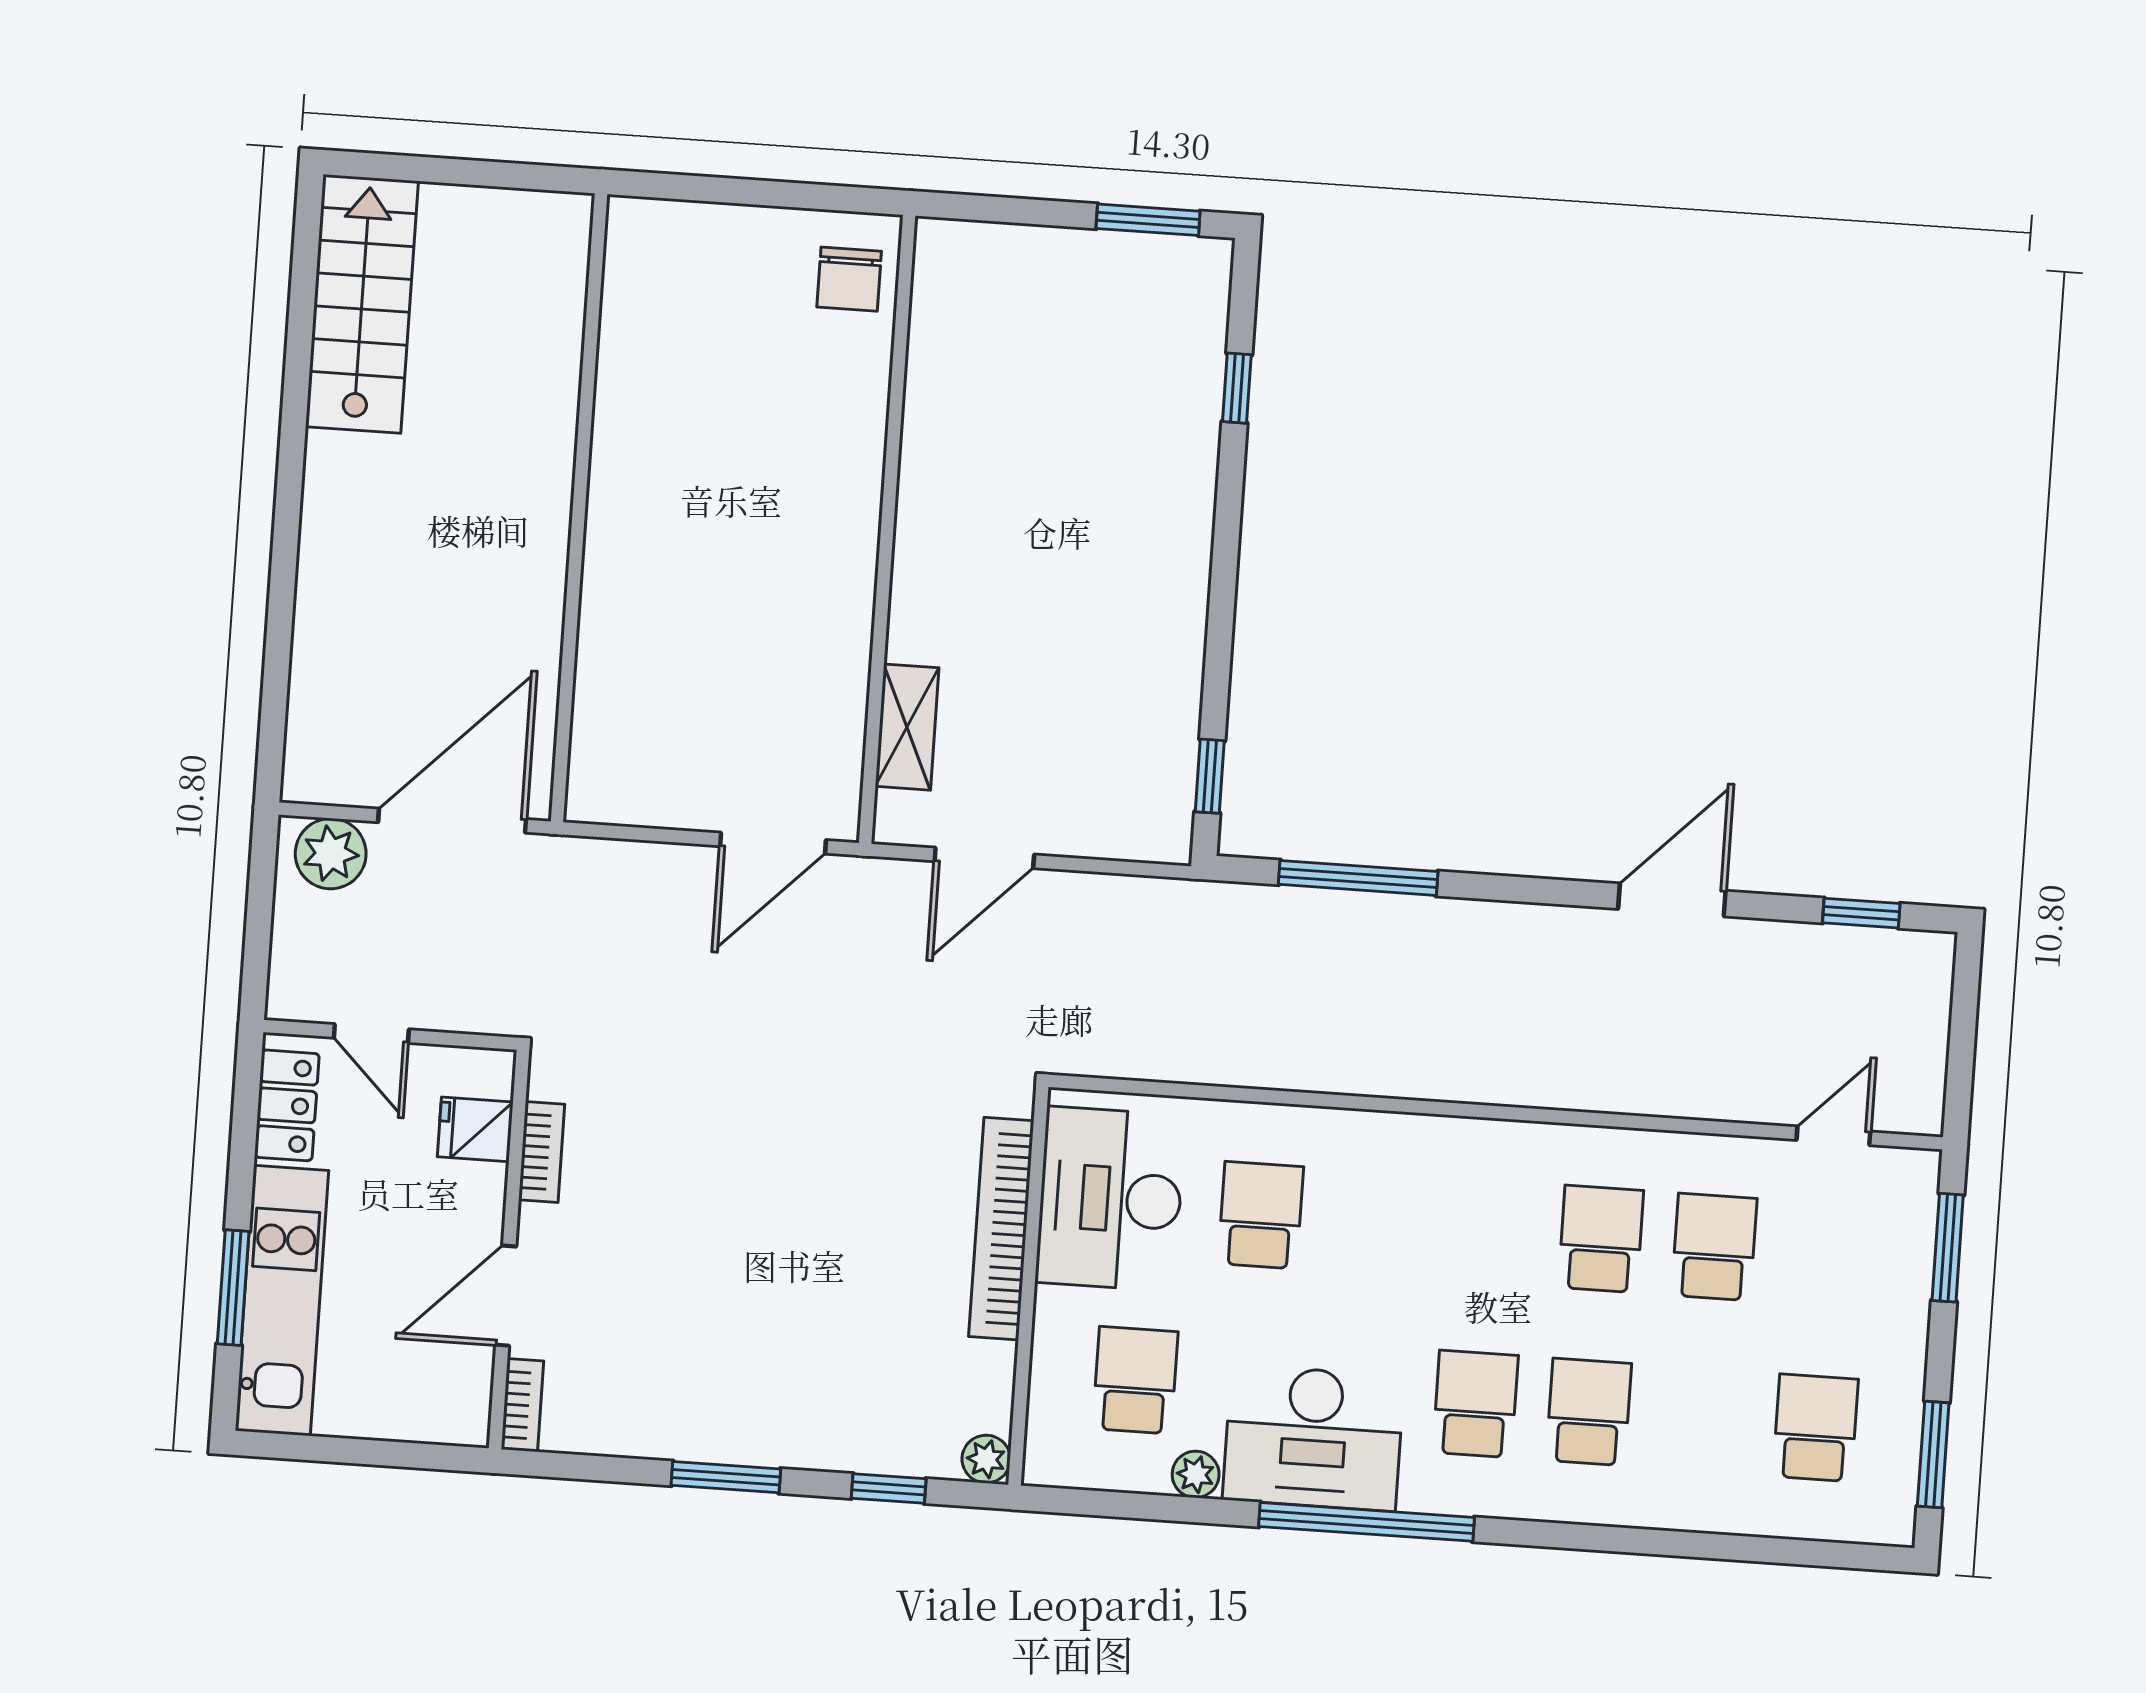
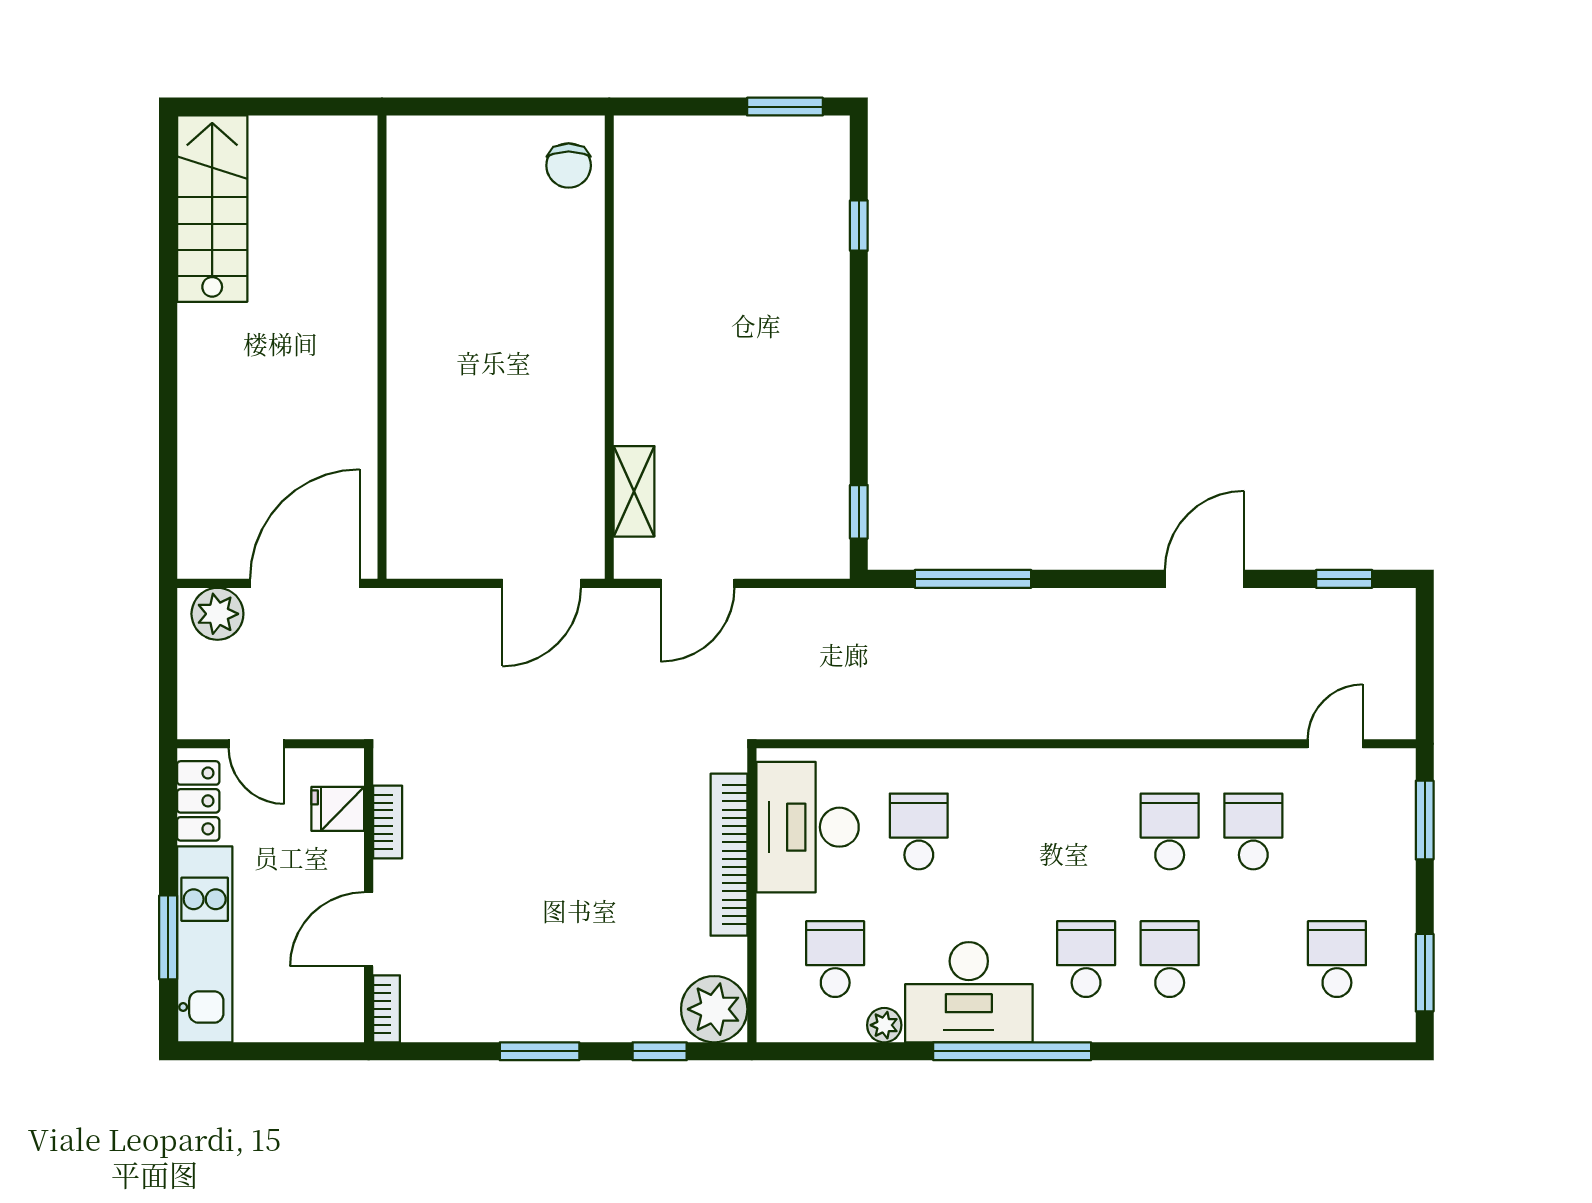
plant: (986, 1459) -> (714, 1009), width x1.87, depth x1.87

